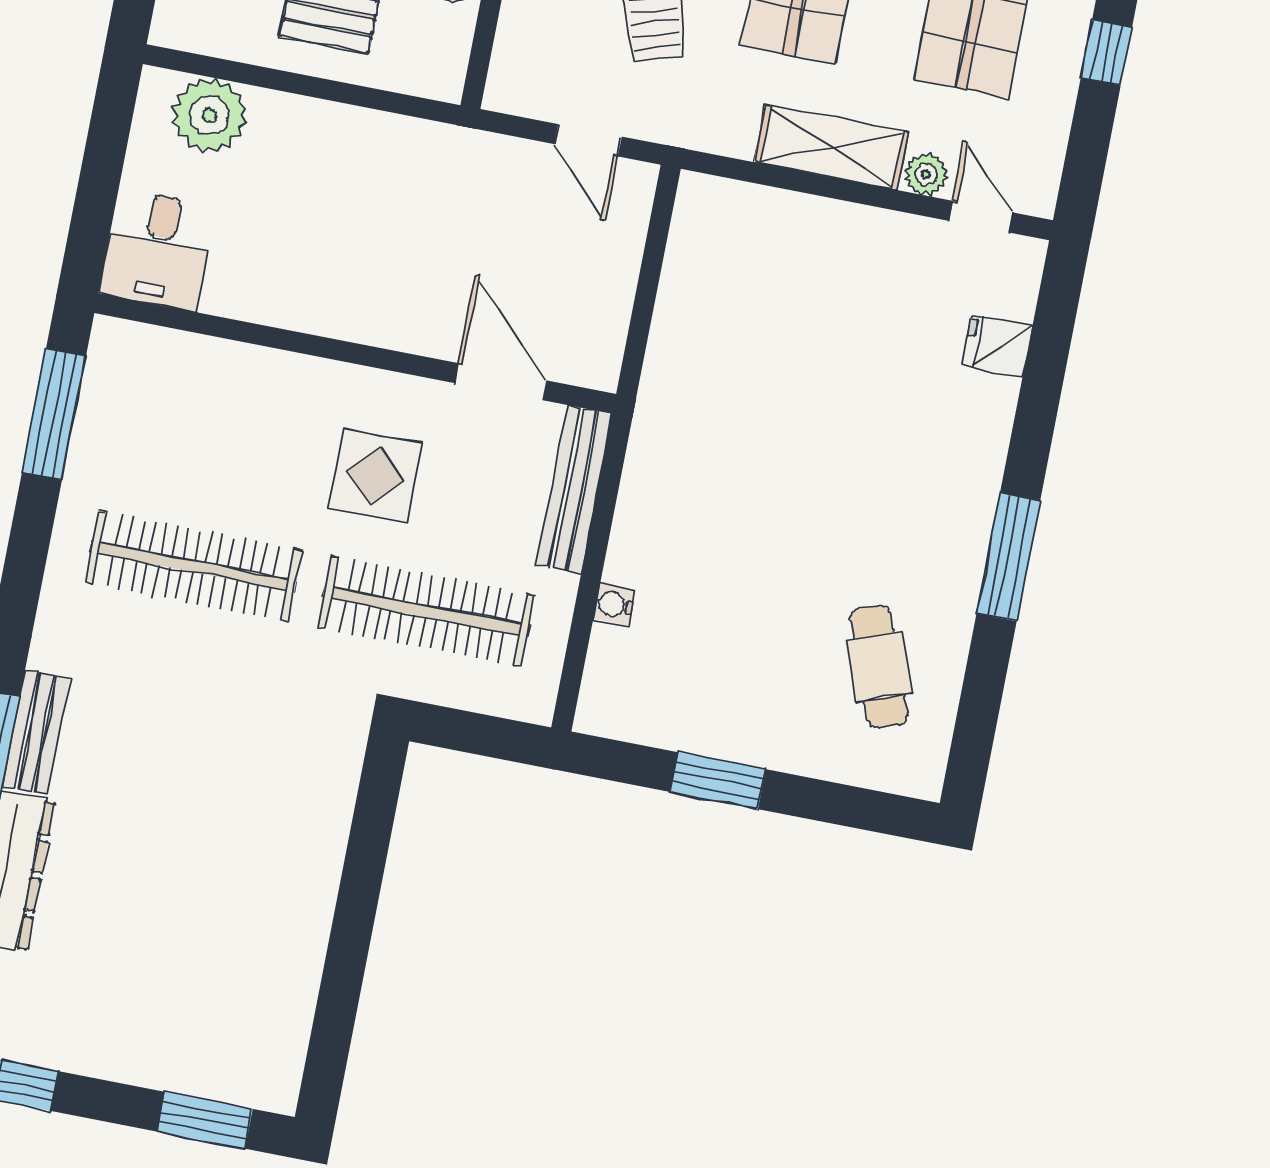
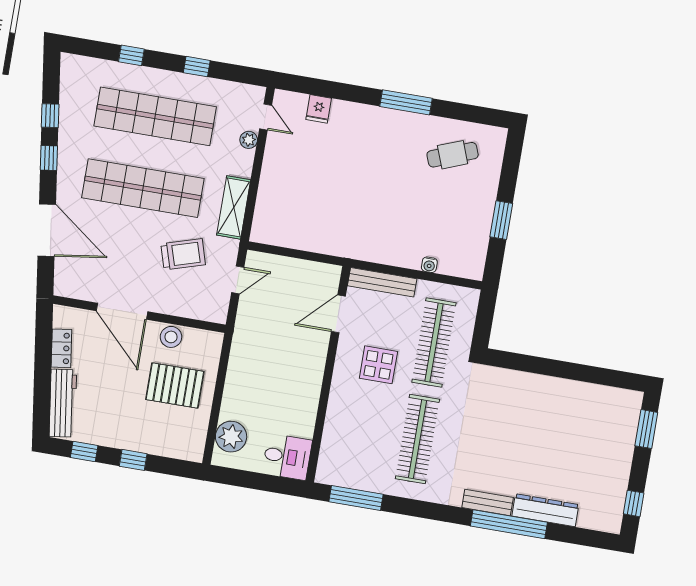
shelving: (831, 147) -> (234, 207), moved
door: (981, 217) -> (266, 117), swing flipped

